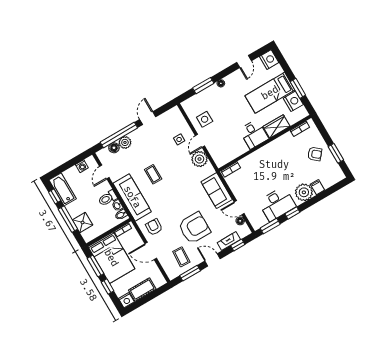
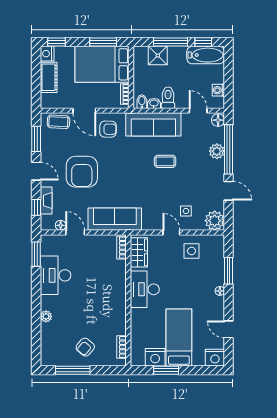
wardrobe: (277, 126) -> (139, 252), moved
desk: (254, 134) -> (145, 289), width x1.37
floor lamp: (114, 148) -> (218, 120), moved
window: (336, 153) -> (73, 370), width x1.44
plant: (199, 159) -> (215, 221), moved
filing cabinet: (317, 187) -> (48, 329), removed
sofa: (217, 191) -> (115, 219), width x1.36
plant: (304, 192) -> (46, 316), width x0.53, depth x0.53
door: (239, 208) -> (75, 232), hinge flipped
window: (292, 213) -> (36, 286), removed
door: (151, 251) -> (84, 111), swing flipped
coffee table: (181, 257) -> (58, 122), moved
door: (212, 260) -> (36, 171), hinge flipped
window: (107, 286) -> (56, 42), moved

